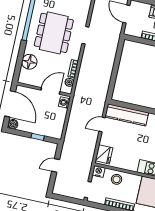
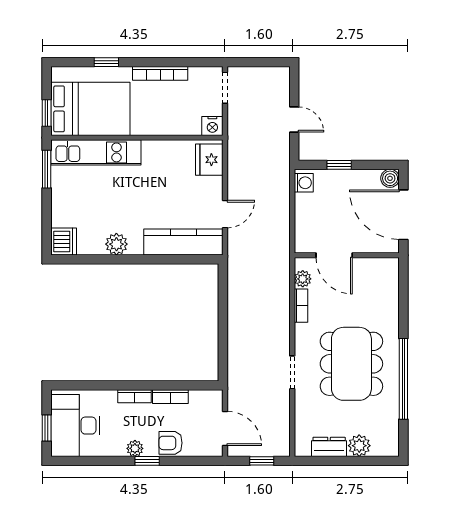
floor lamp: (29, 62) -> (385, 301), removed
door: (50, 91) -> (334, 255), hinge flipped
washing machine: (64, 102) -> (304, 183), moved
door: (56, 165) -> (294, 119), hinge flipped
stool: (117, 179) -> (176, 119), removed

